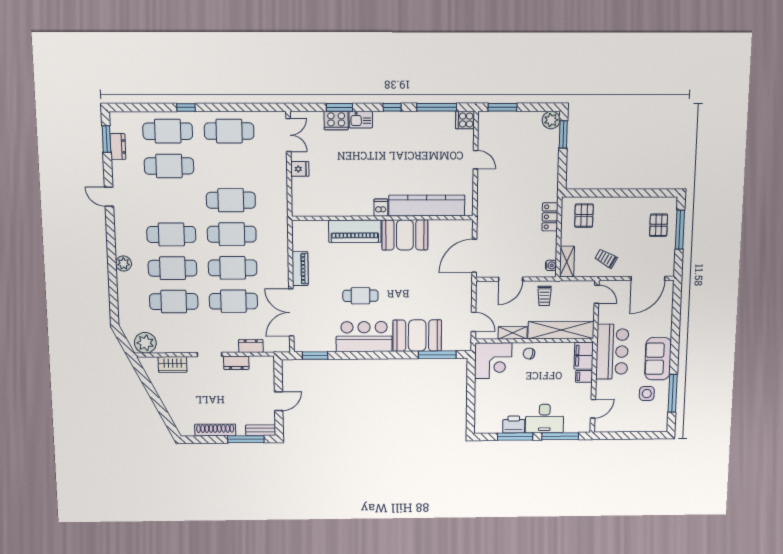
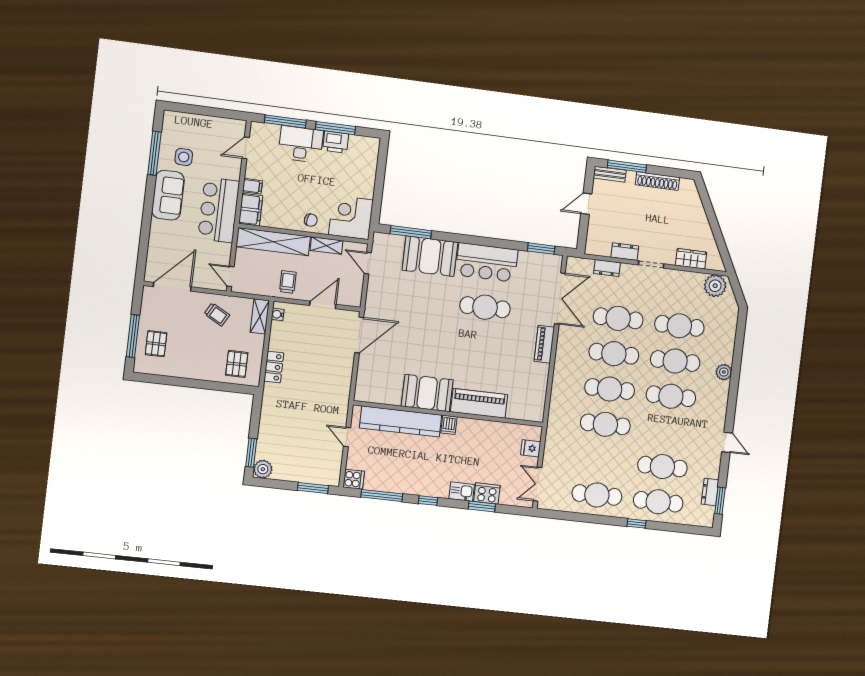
kitchen counter: (427, 206) -> (401, 421), moved
dishwasher: (381, 208) -> (449, 425), moved
wall: (383, 218) -> (448, 414), moved
piano: (355, 231) -> (479, 403), moved
booth: (405, 235) -> (427, 393), moved
cafe table: (360, 296) -> (485, 307), width x1.37, depth x1.35

